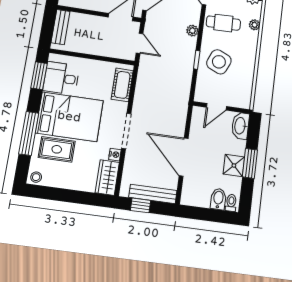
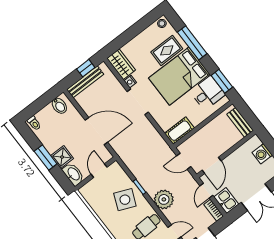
plant: (192, 31) -> (164, 199), width x1.87, depth x1.87
cot: (122, 85) -> (179, 131), moved, turned 90
door: (184, 157) -> (96, 131), moved
shower: (234, 165) -> (62, 157), moved
bidet: (218, 199) -> (59, 106), moved

